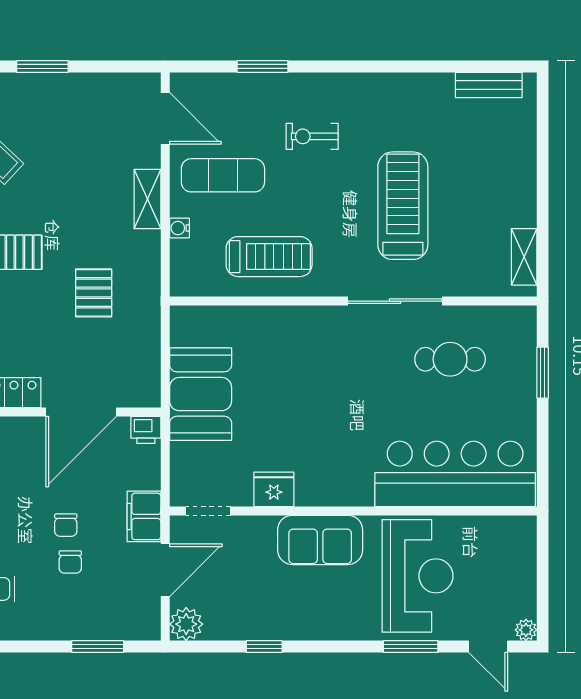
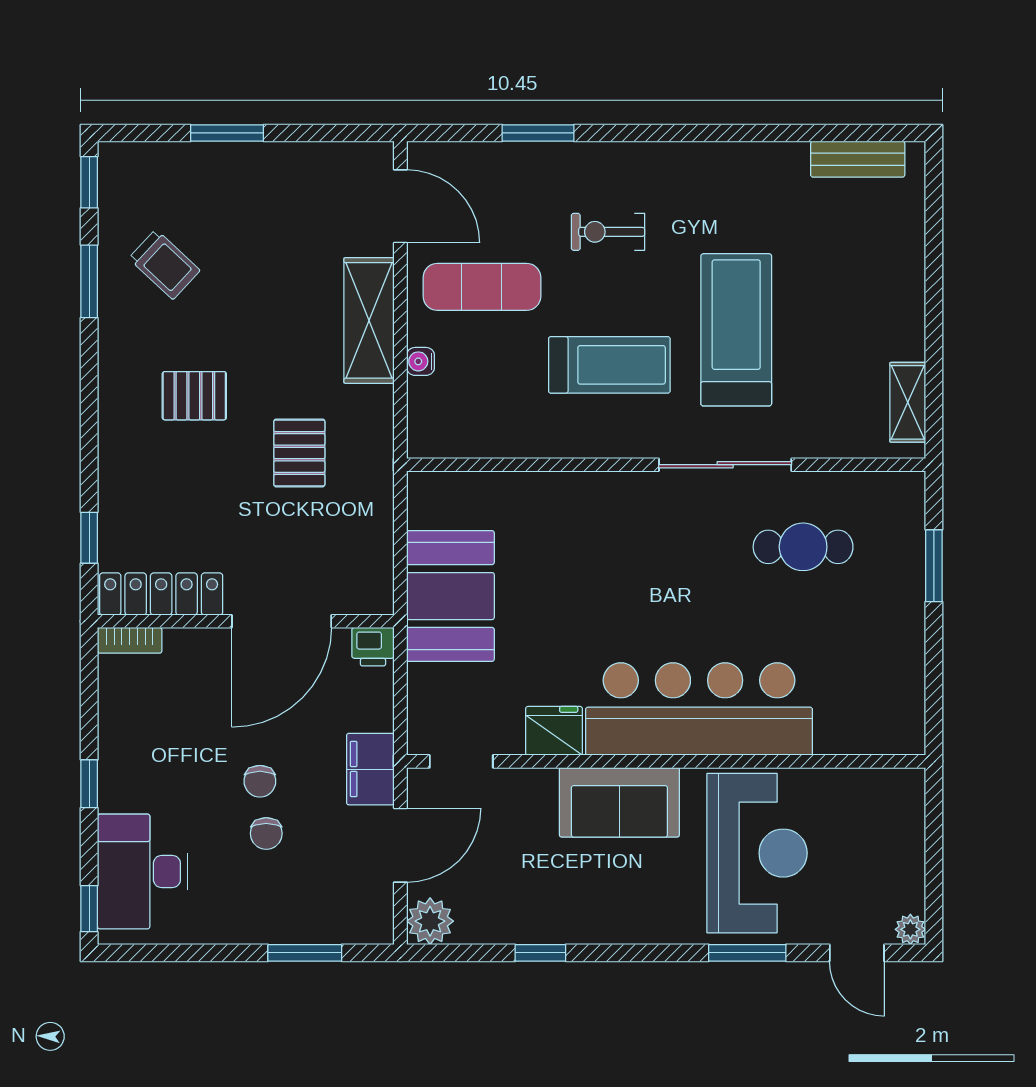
shelving: (147, 199) -> (369, 320), width x1.50, depth x1.33
treadmill: (269, 257) -> (609, 365), moved
bar counter: (455, 474) -> (699, 709), moved

